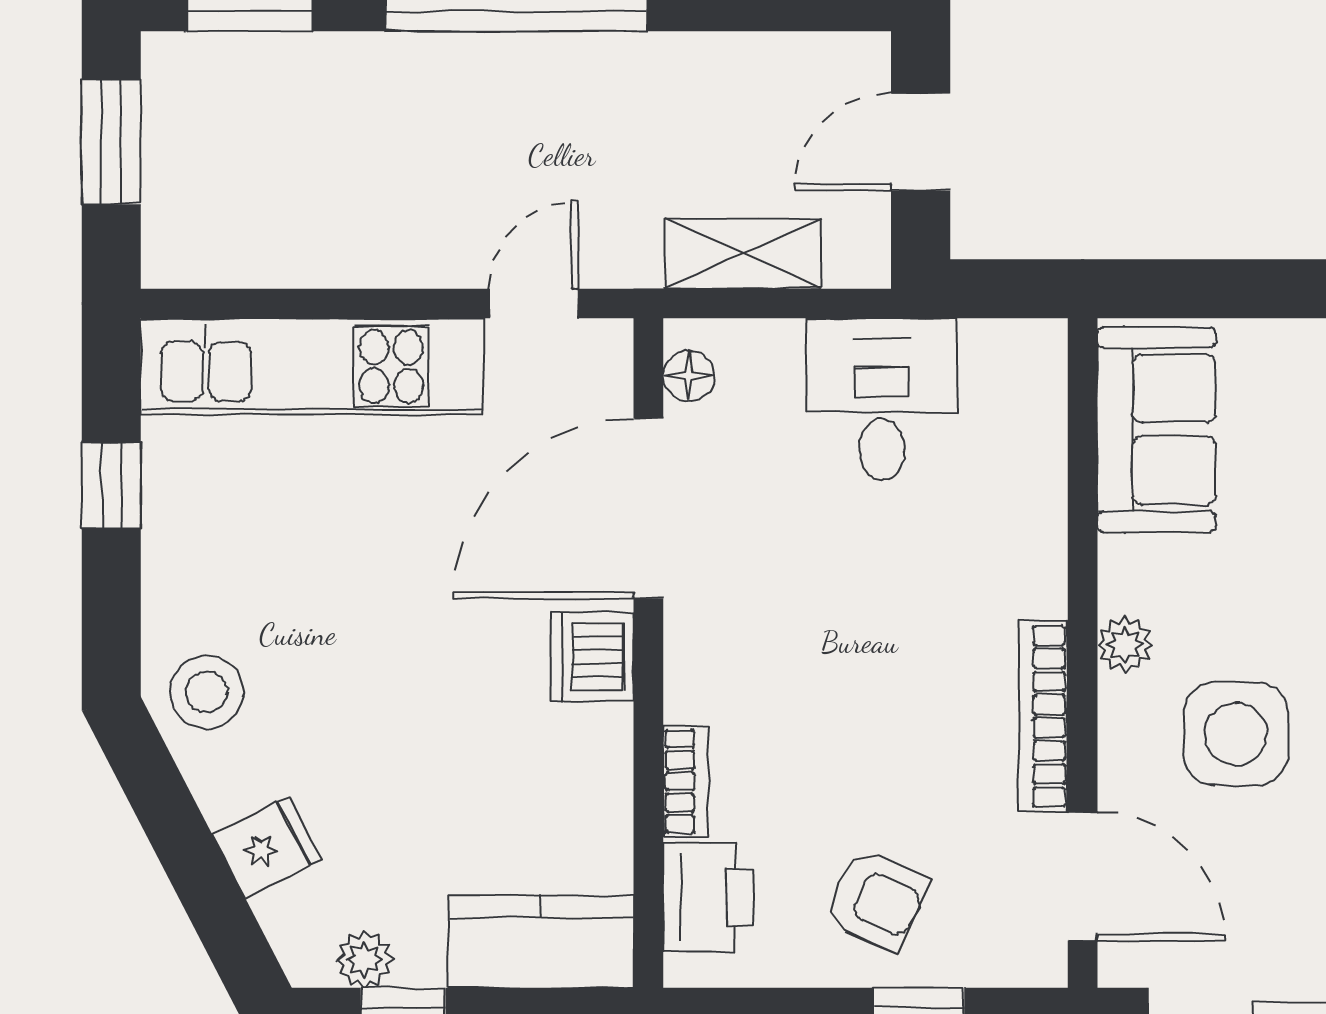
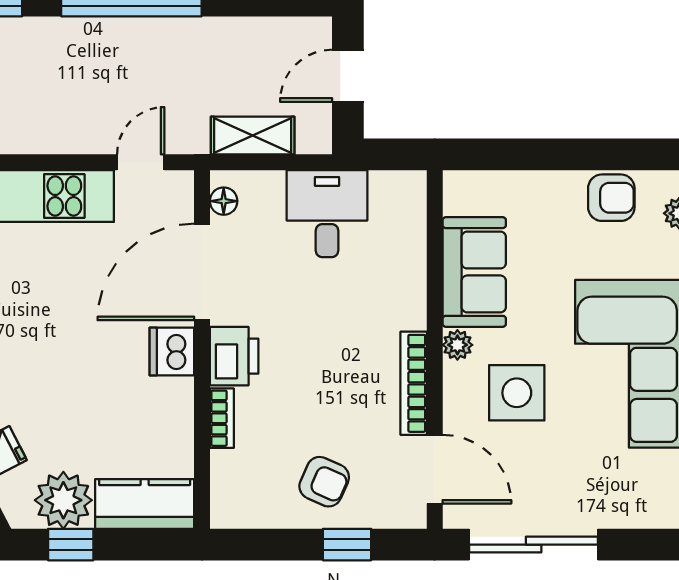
sofa: (1156, 429) -> (474, 272), moved
printer: (708, 897) -> (234, 356), moved
plant: (364, 959) -> (63, 500), width x1.88, depth x1.88

